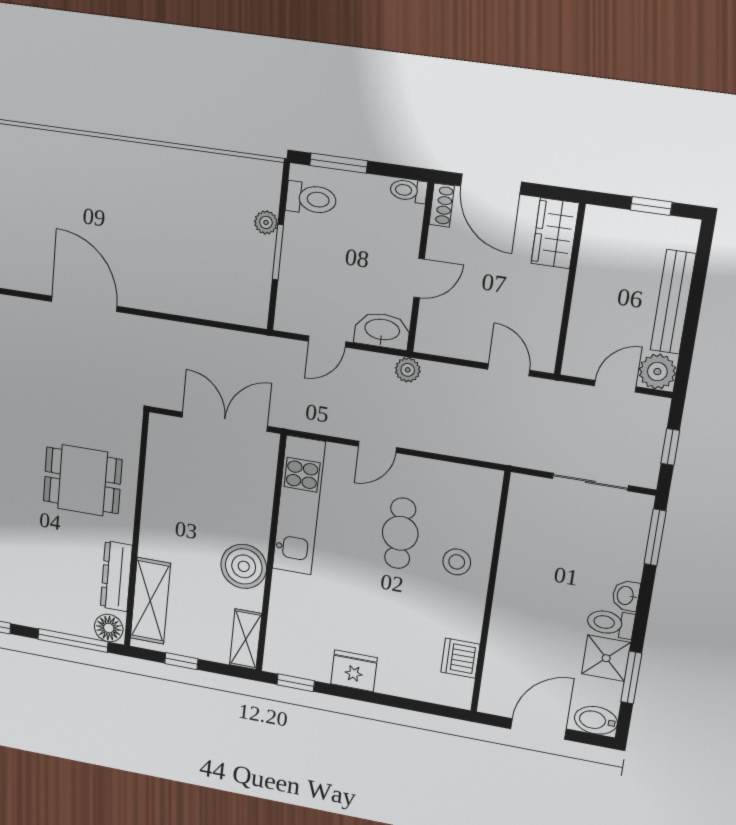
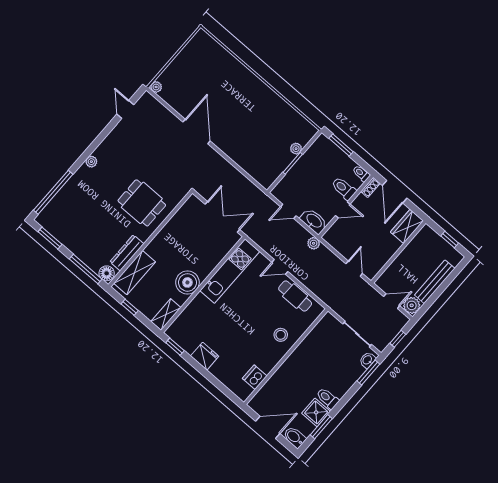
toilet: (311, 199) -> (344, 188), moved, turned 180
cafe table: (400, 533) -> (295, 296), moved, turned 90
washbasin: (626, 596) -> (367, 360), moved

